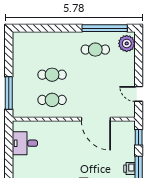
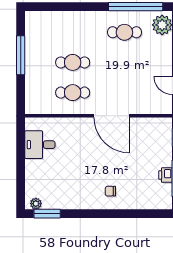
window: (9, 93) -> (21, 55), moved
door: (96, 119) -> (112, 116), moved

